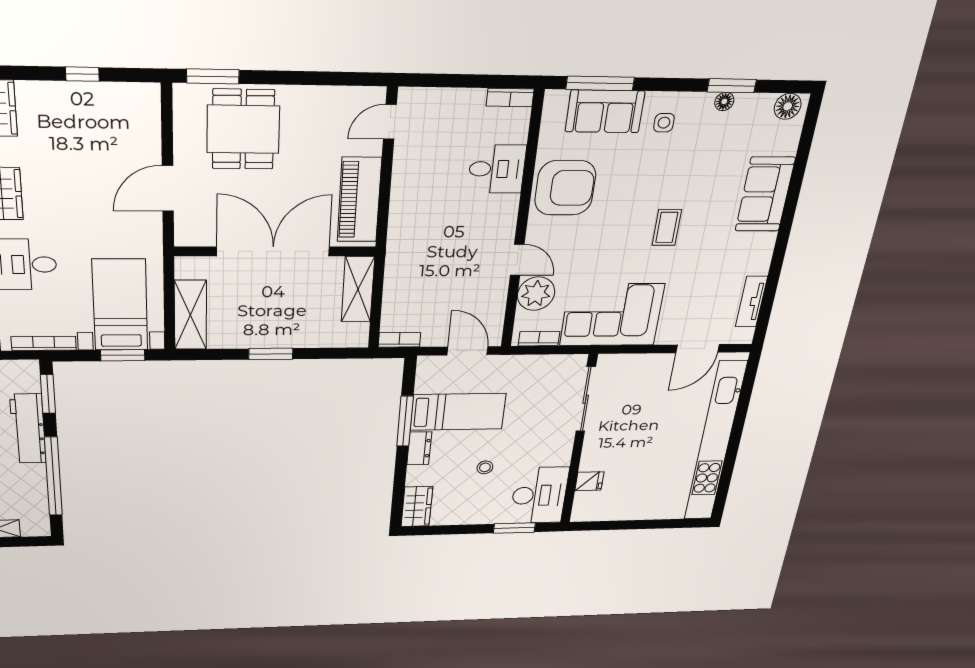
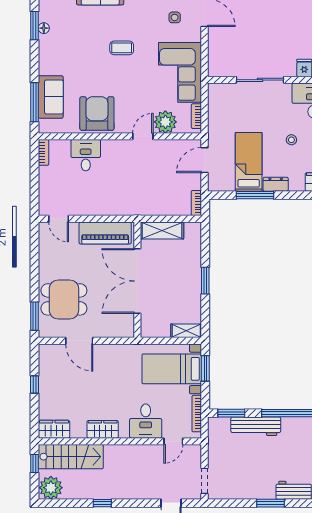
side table: (664, 123) -> (175, 17), moved
door: (168, 188) -> (79, 341), moved
shelving: (190, 315) -> (186, 331), width x0.67, depth x0.75
sliding door: (586, 399) -> (260, 80), moved

